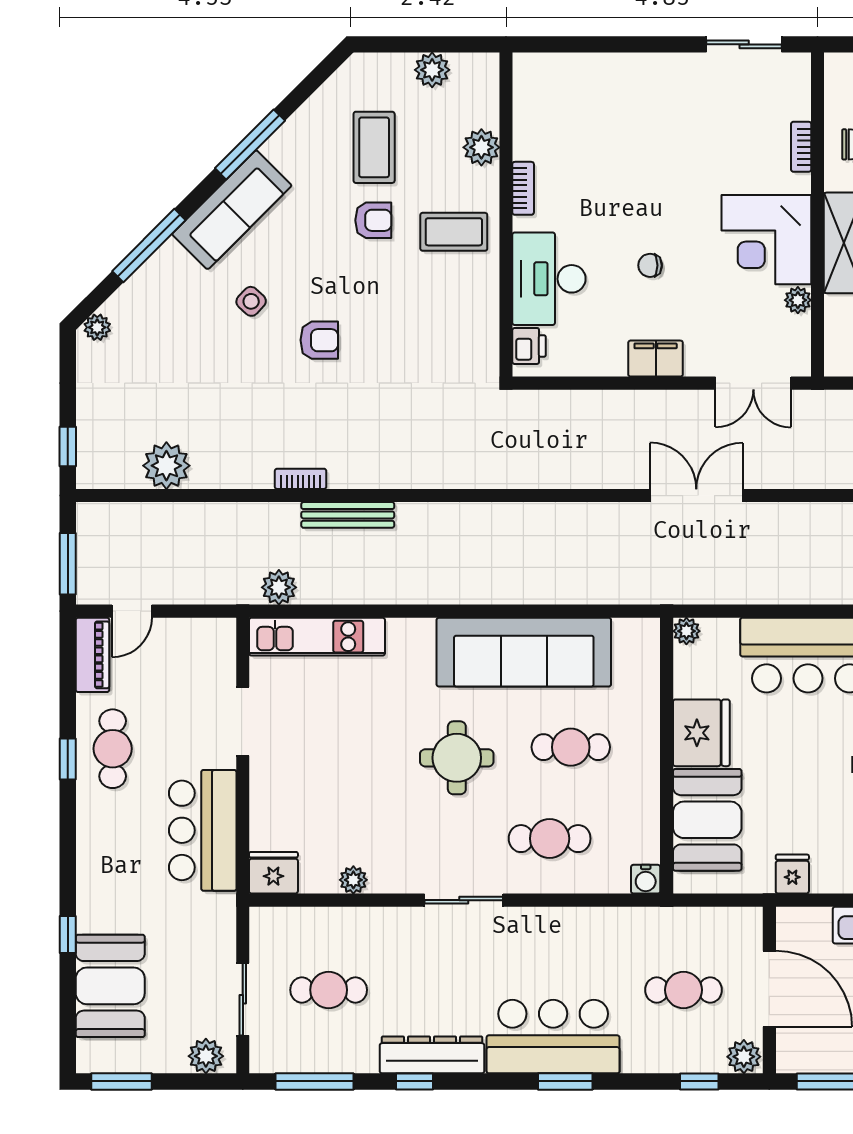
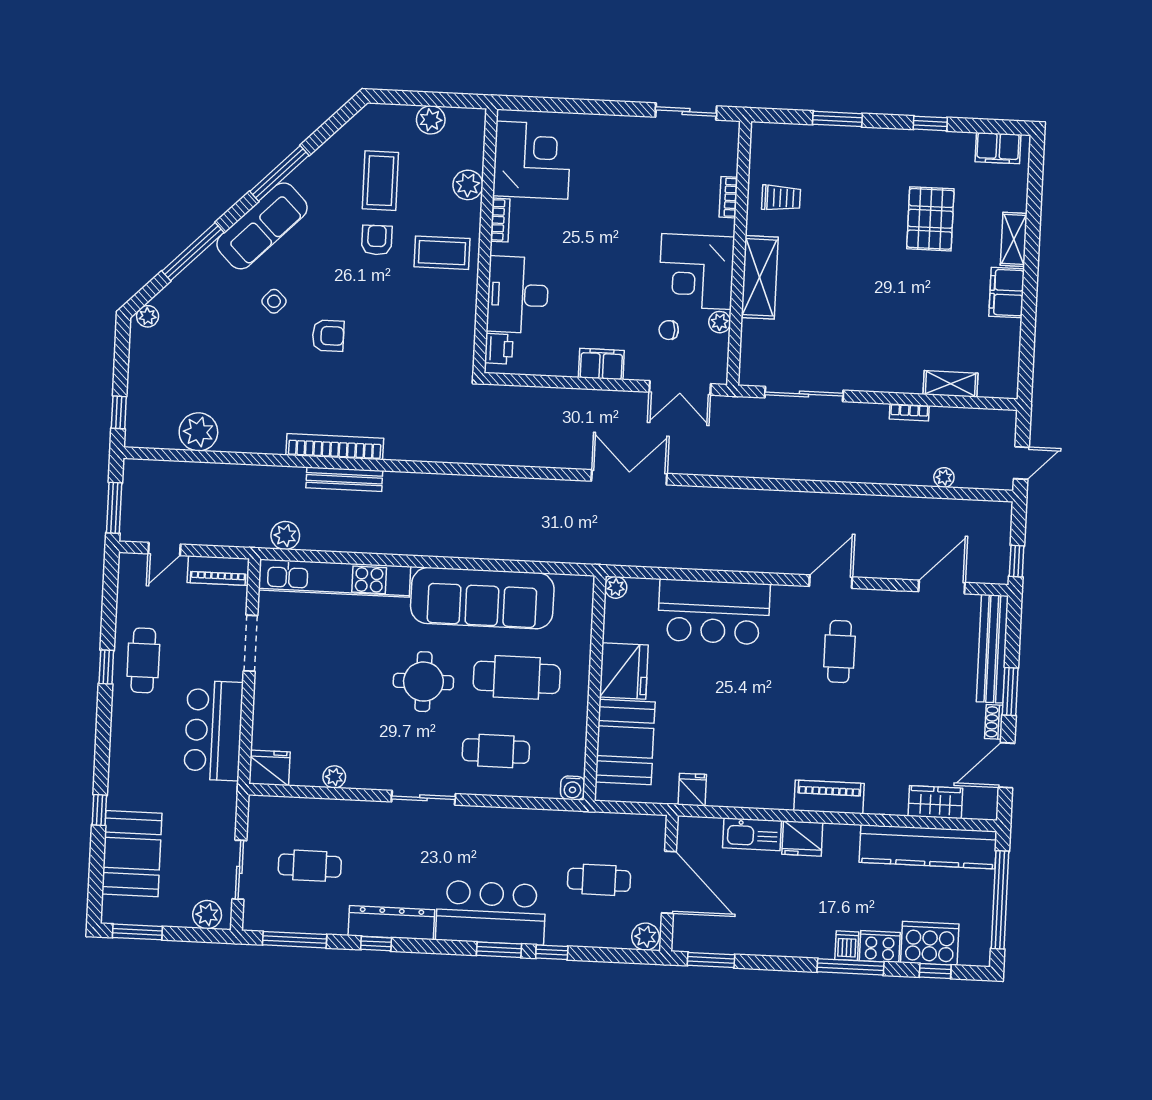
corner desk: (558, 113) -> (532, 160), added
armchair: (373, 220) -> (377, 240), turned -90
chair: (650, 265) -> (669, 330), moved
bookcase: (301, 479) -> (335, 447), width x2.31, depth x1.31
kitchen unit: (317, 637) -> (334, 578), width x1.36
piano: (92, 655) -> (218, 571), moved, turned 90
cafe table: (571, 747) -> (517, 677), width x1.37, depth x1.35
window: (699, 1081) -> (552, 952), moved

